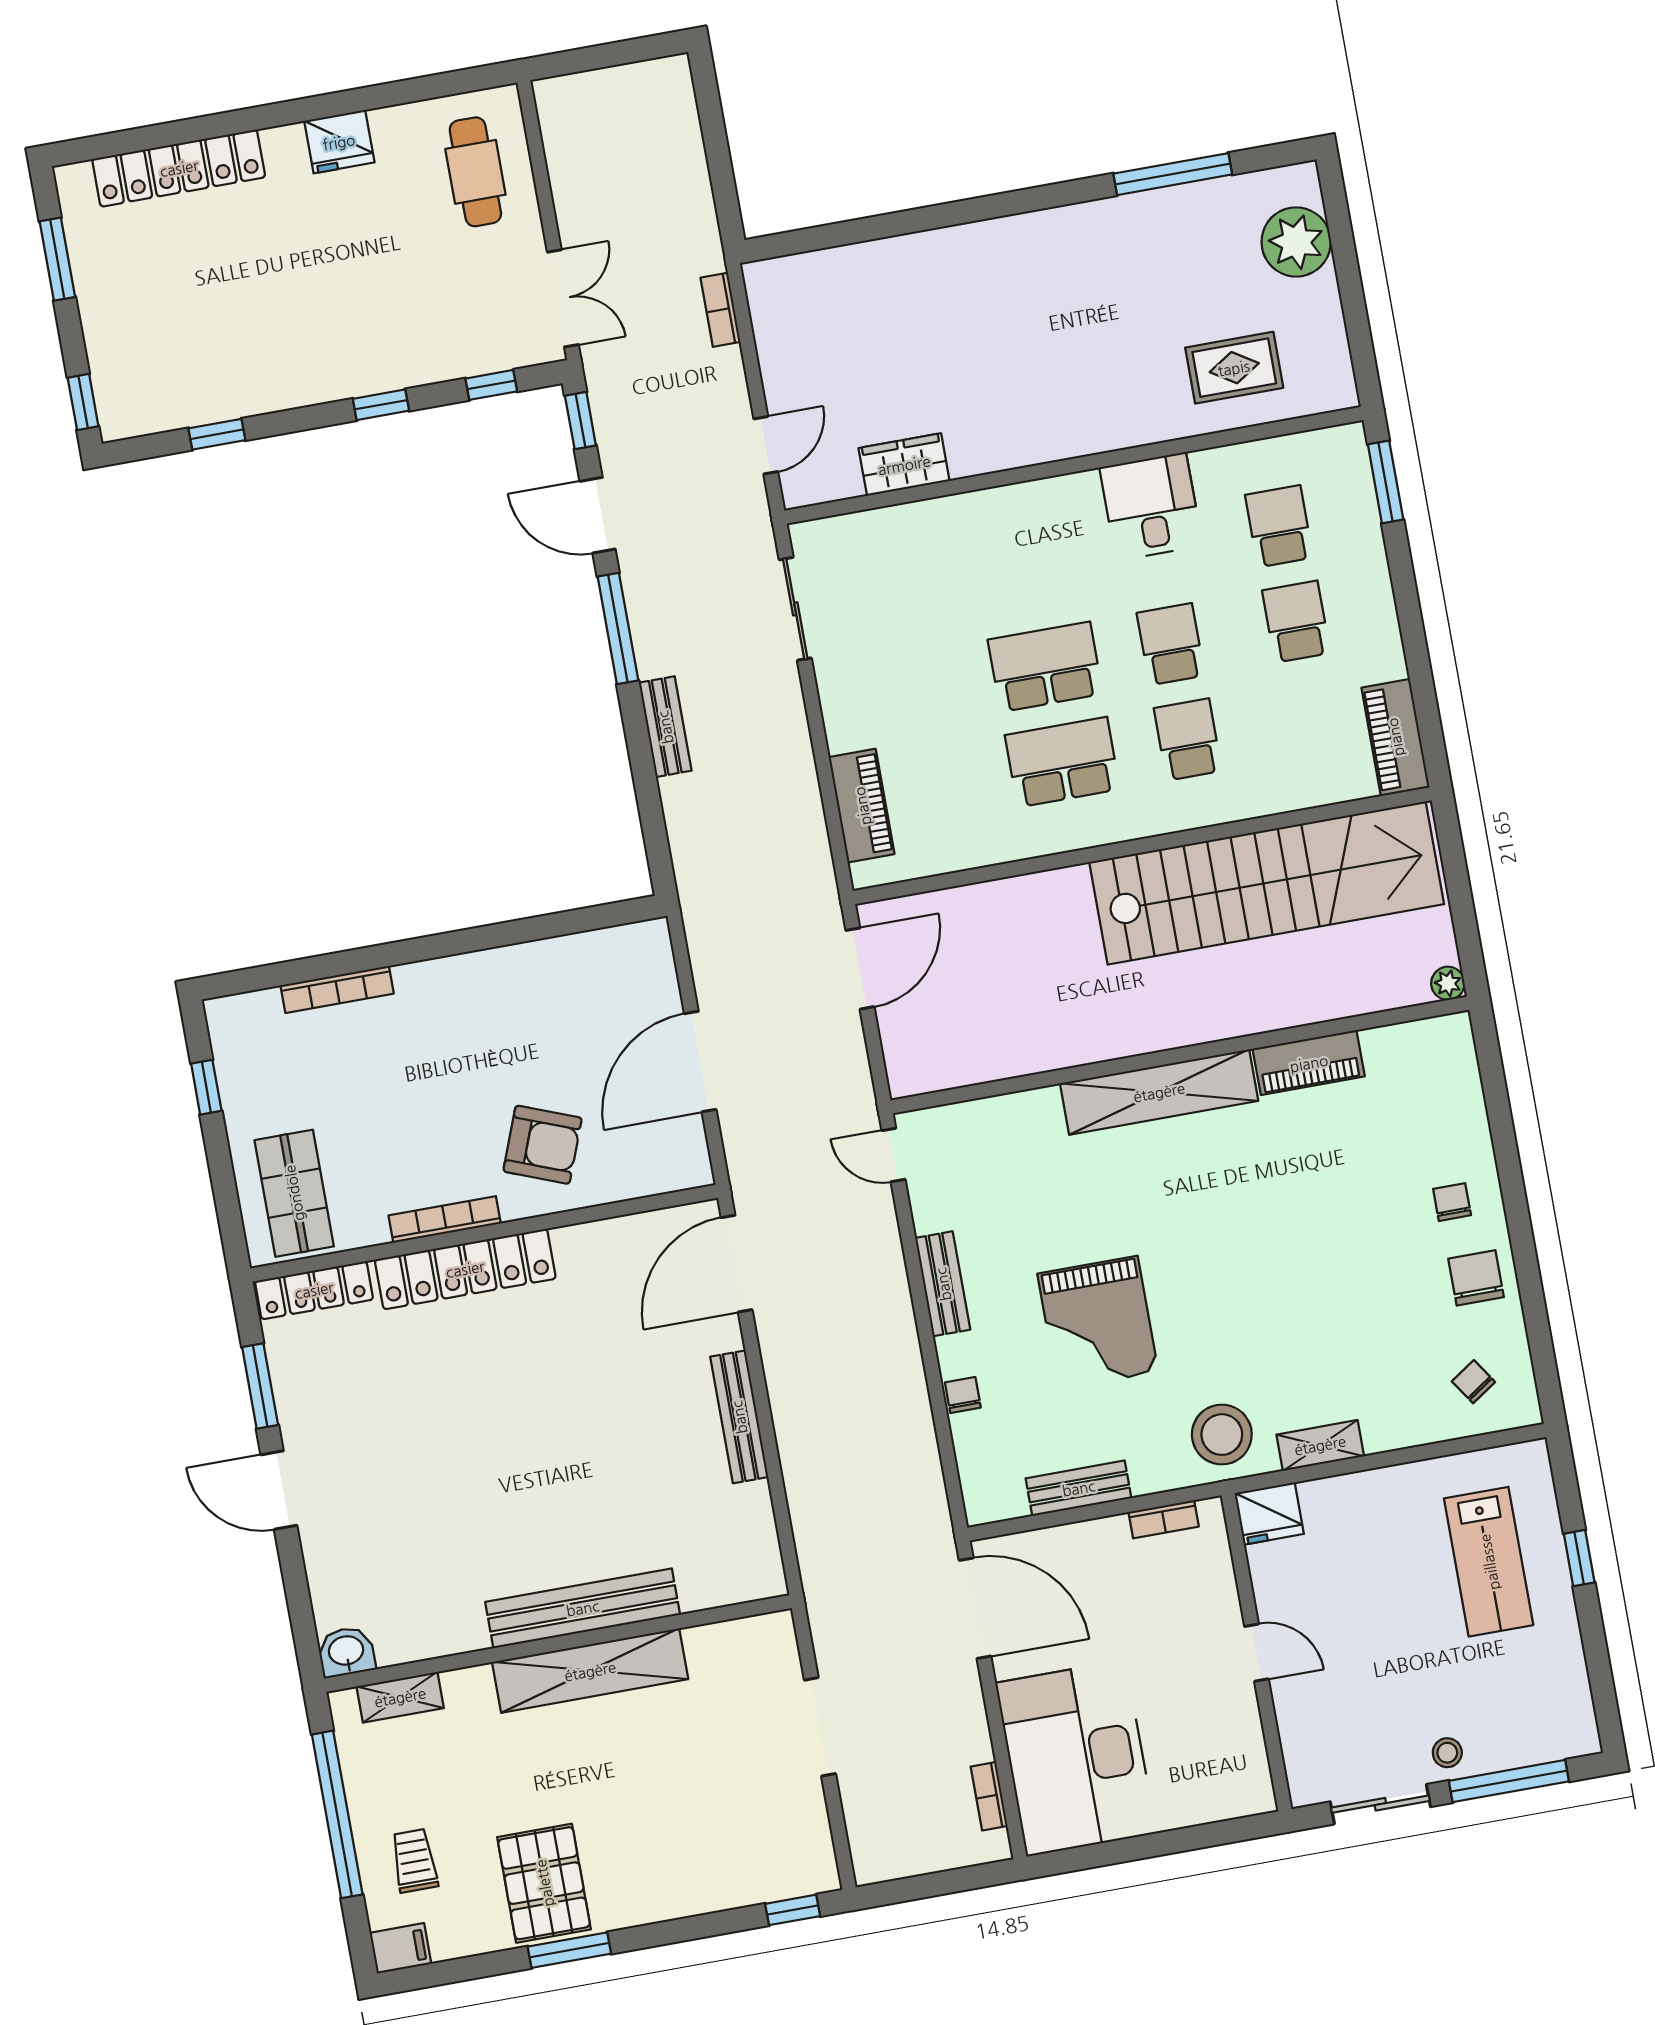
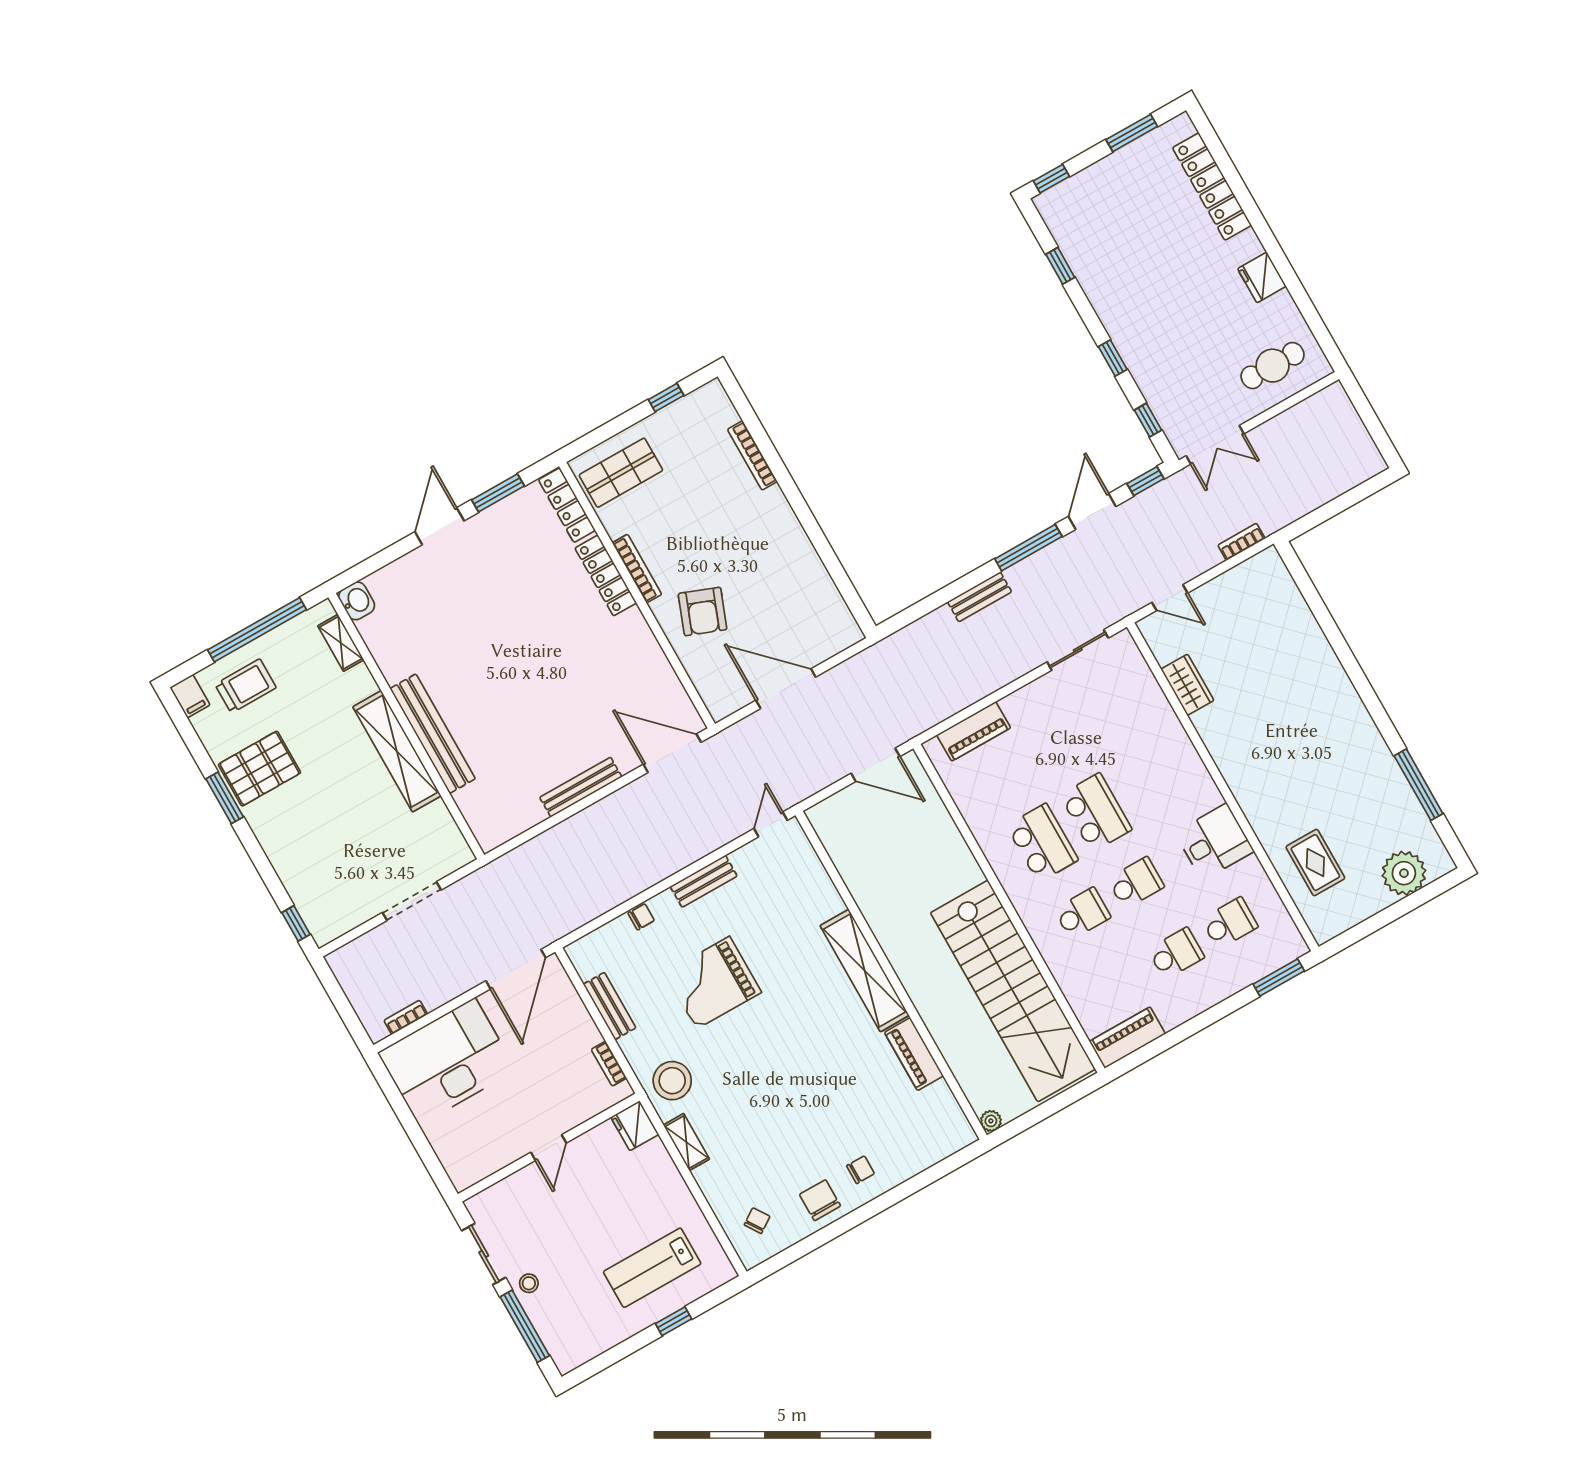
locker: (465, 1269) -> (606, 575), width x0.71, depth x0.83
chair: (1476, 1278) -> (820, 1200), turned -90
trolley: (414, 1861) -> (246, 686), width x1.36, depth x1.39

